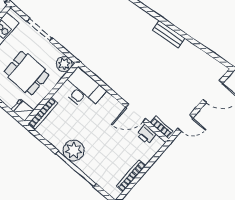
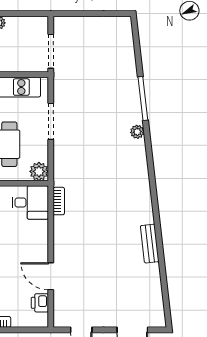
desk: (83, 90) -> (30, 203), width x0.73
bookcase: (161, 127) -> (59, 201), moved

